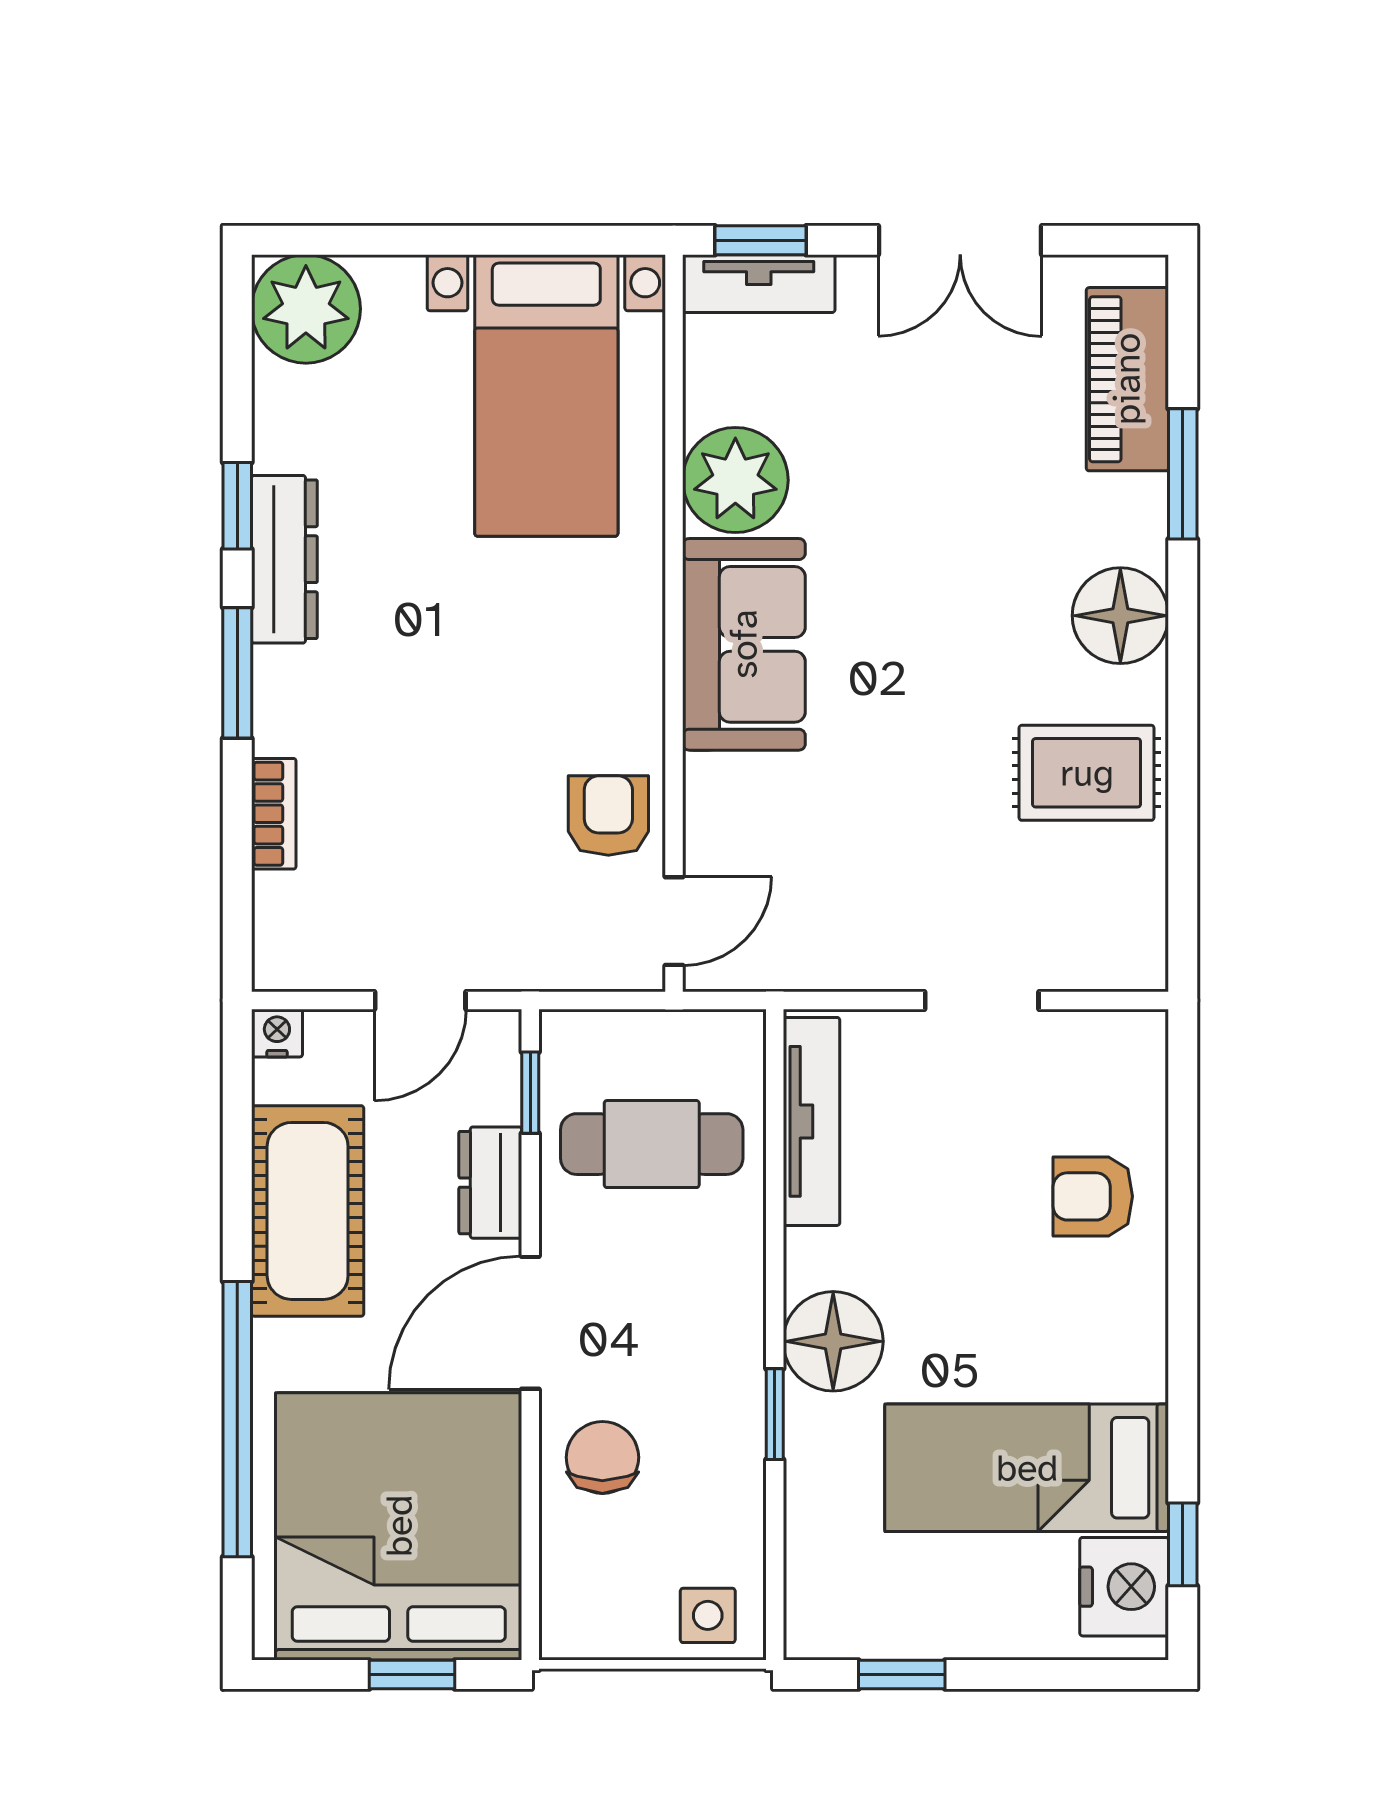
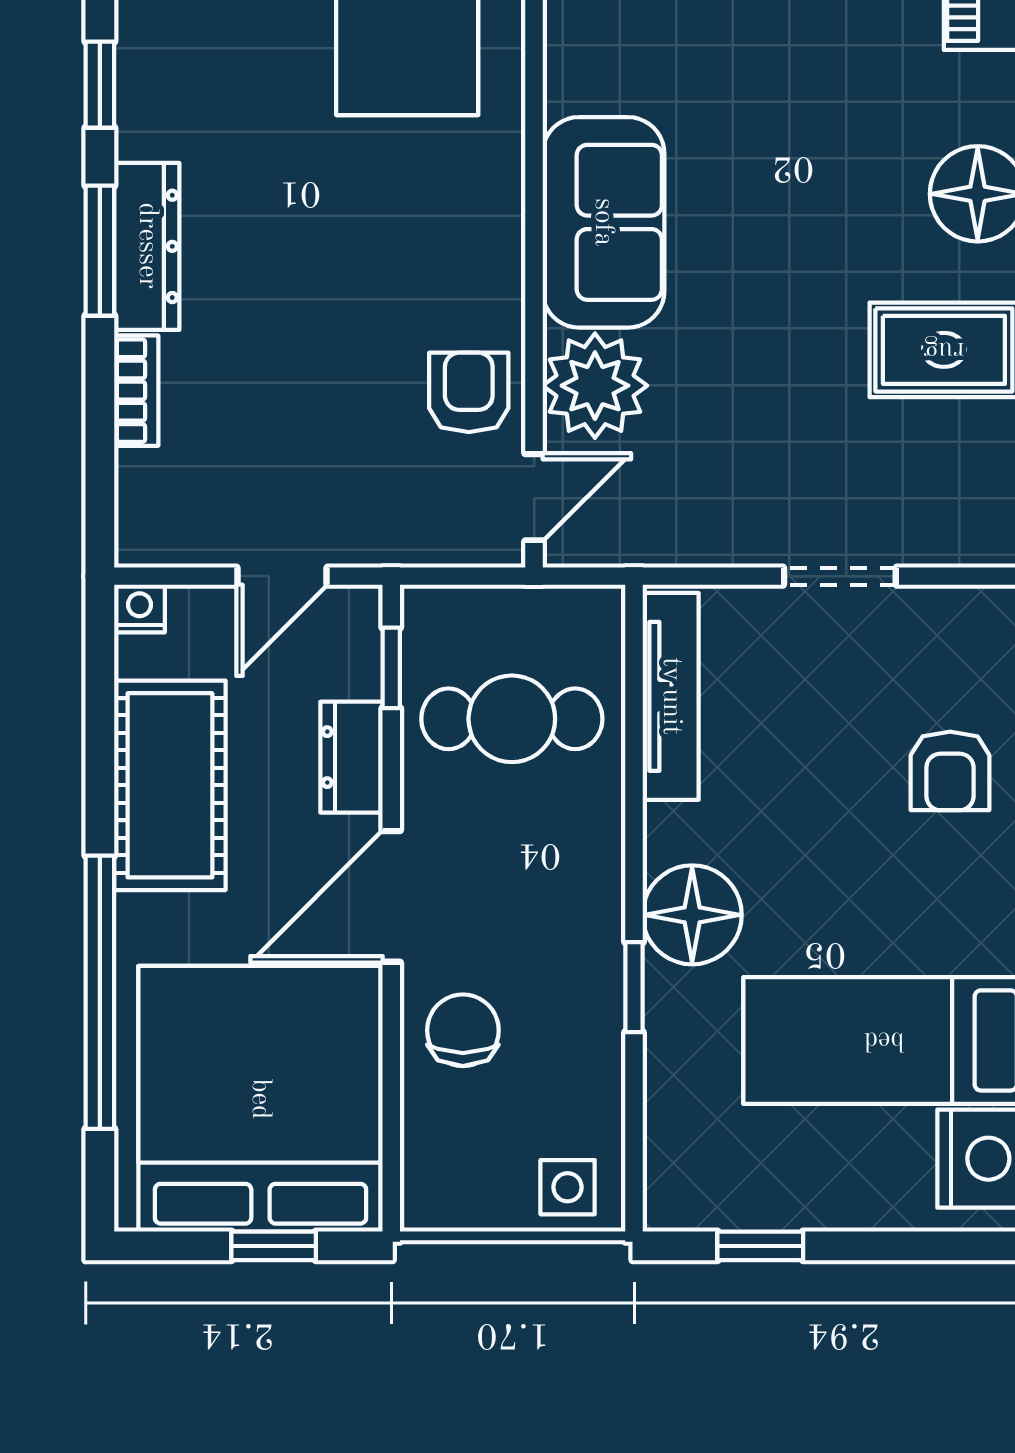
plant: (735, 480) -> (595, 386), moved
dresser: (284, 559) -> (147, 246), moved
armchair: (1093, 1196) -> (950, 771), turned -90

